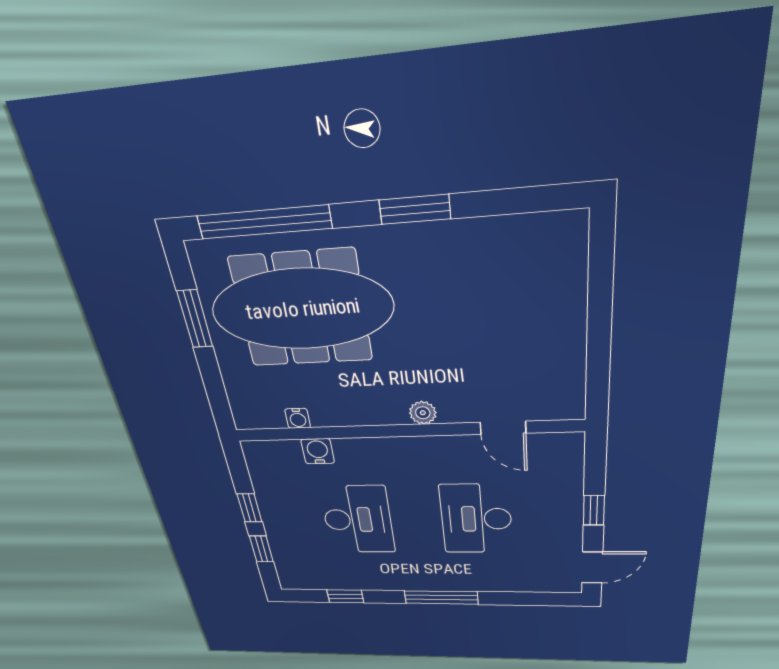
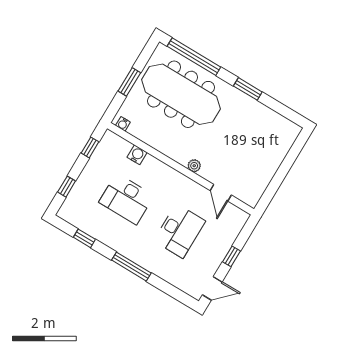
window: (195, 319) -> (129, 82), moved
water cooler: (298, 418) -> (123, 124), moved
window: (250, 508) -> (90, 147), moved
desk: (476, 519) -> (179, 231), turned 180
desk: (358, 520) -> (126, 199), turned 90

